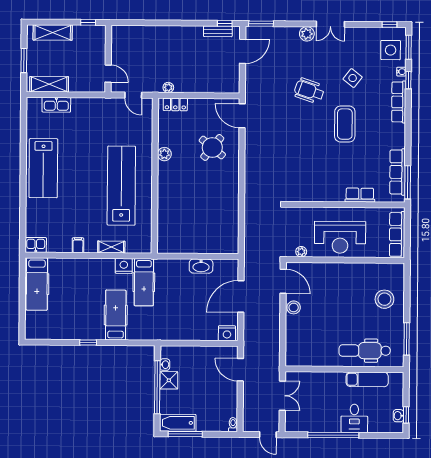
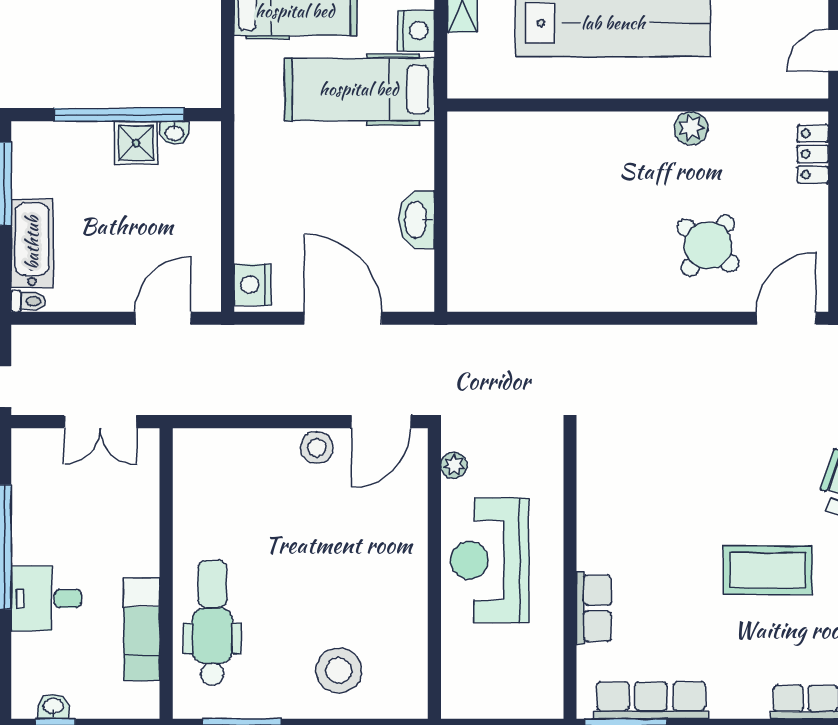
row of seats: (397, 234) -> (498, 700), removed
hospital bed: (144, 282) -> (359, 89), width x1.37, depth x1.29
bathtub: (178, 423) -> (32, 243), moved

